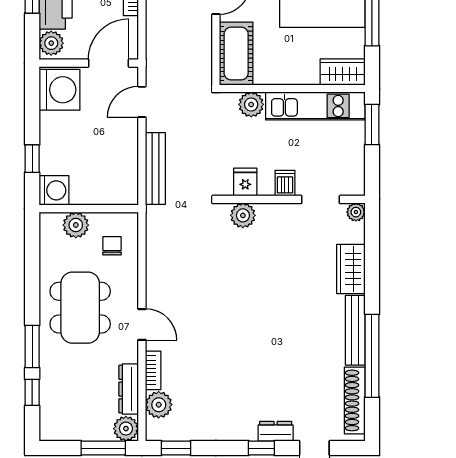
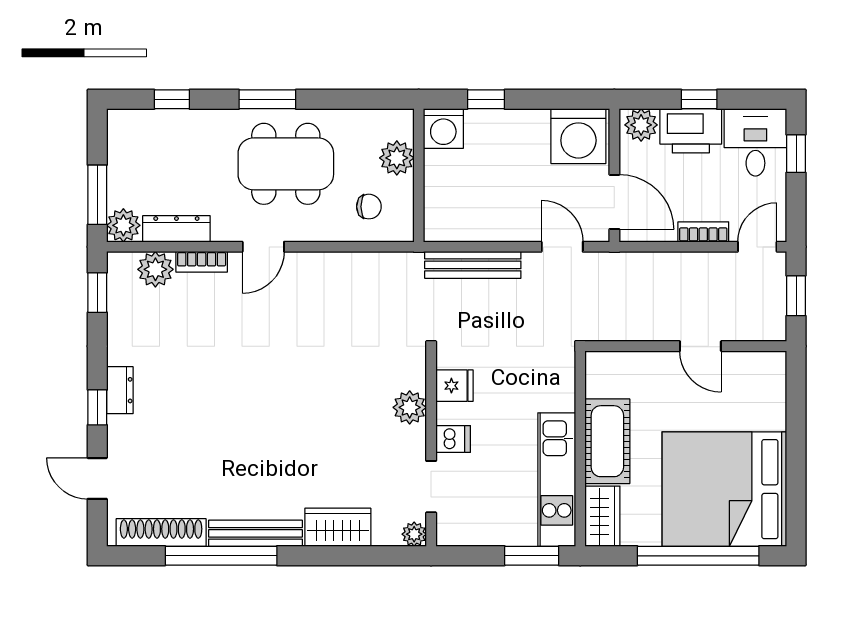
cot: (236, 54) -> (607, 441), moved, turned 90
plant: (251, 104) -> (559, 393), removed
plant: (243, 215) -> (410, 407), moved
window: (32, 347) -> (267, 99), moved
dresser: (276, 431) -> (120, 390), moved

